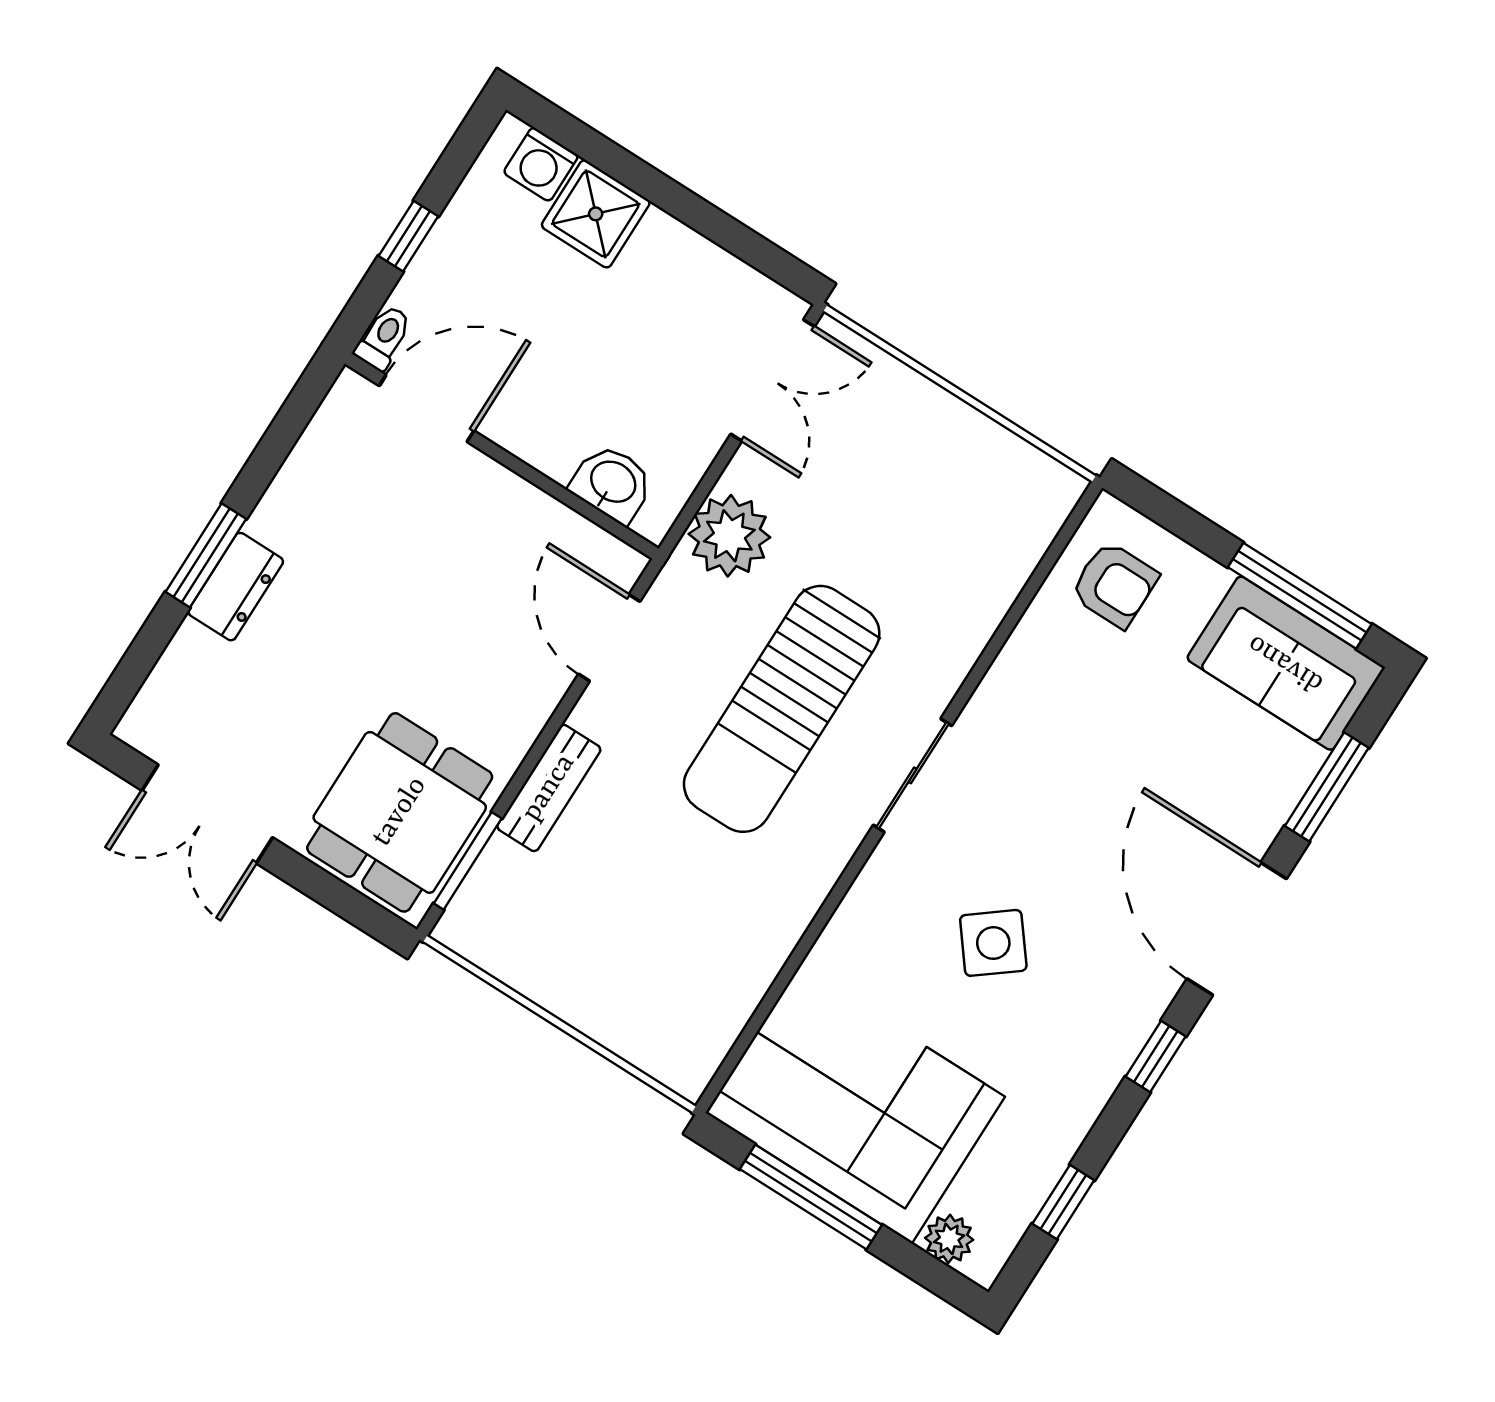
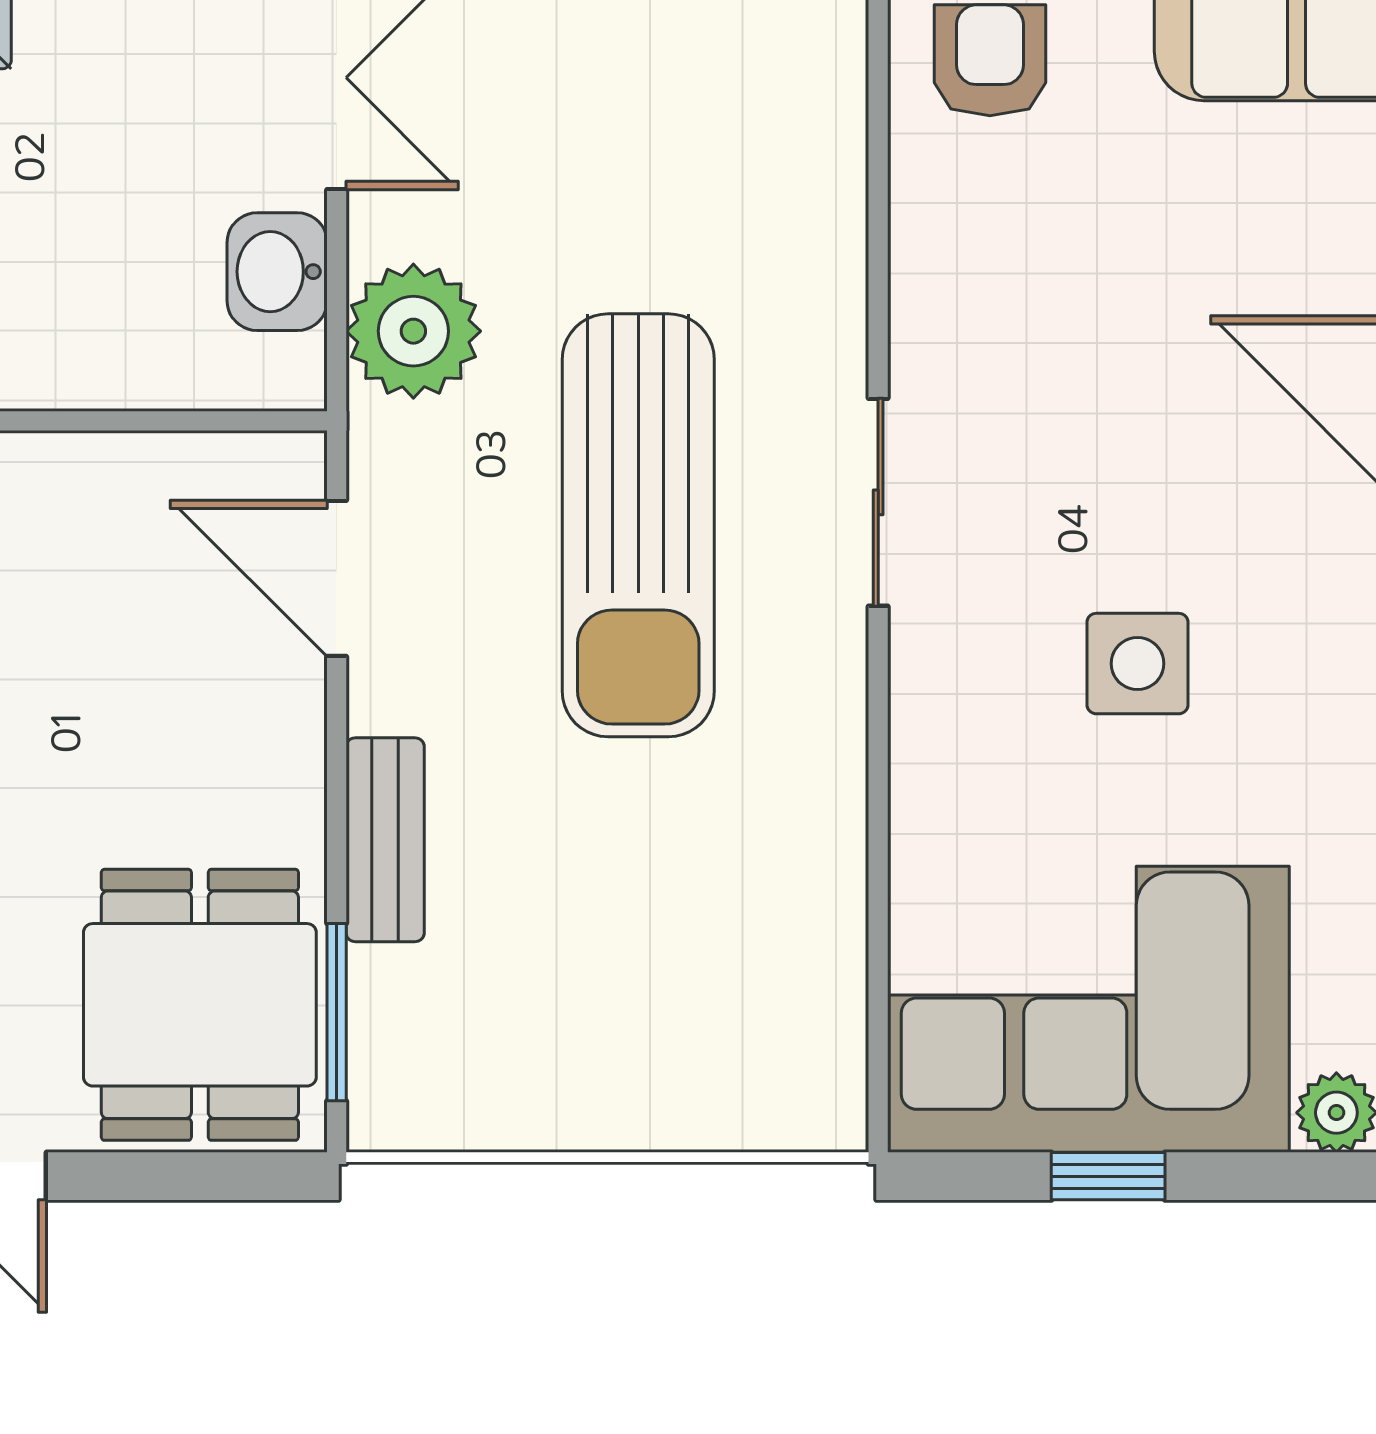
washbasin: (612, 483) -> (277, 272), moved, turned -90
armchair: (1114, 585) -> (990, 60), turned -90
side table: (993, 943) -> (1138, 664), turned 38
window: (811, 1197) -> (1108, 1176), width x0.46

